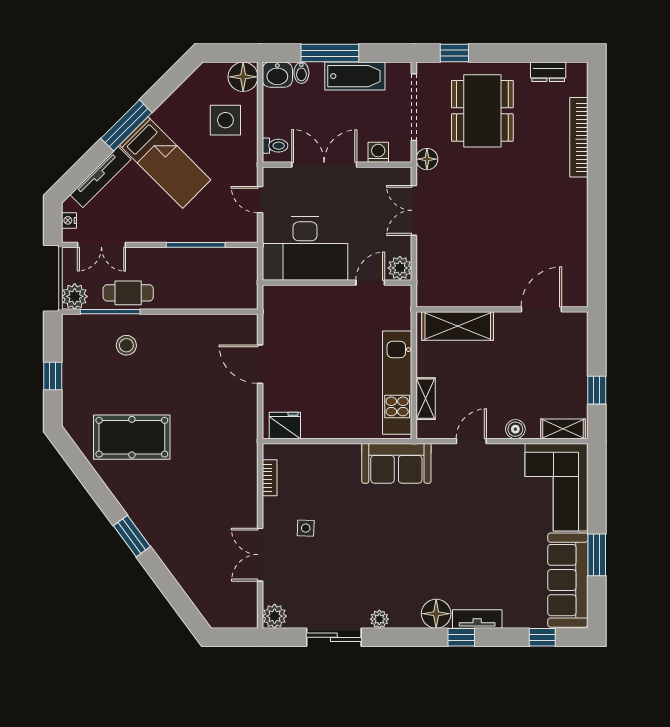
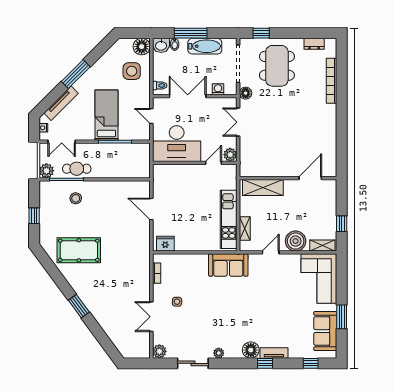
bed: (165, 162) -> (106, 115), moved, turned -135
boiler: (515, 429) -> (296, 241), width x1.86, depth x1.86
sofa: (568, 580) -> (325, 331), width x0.73

